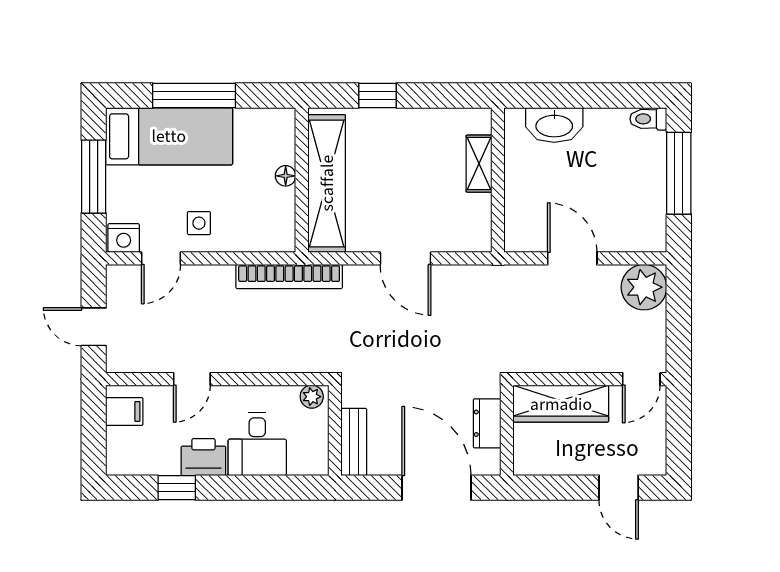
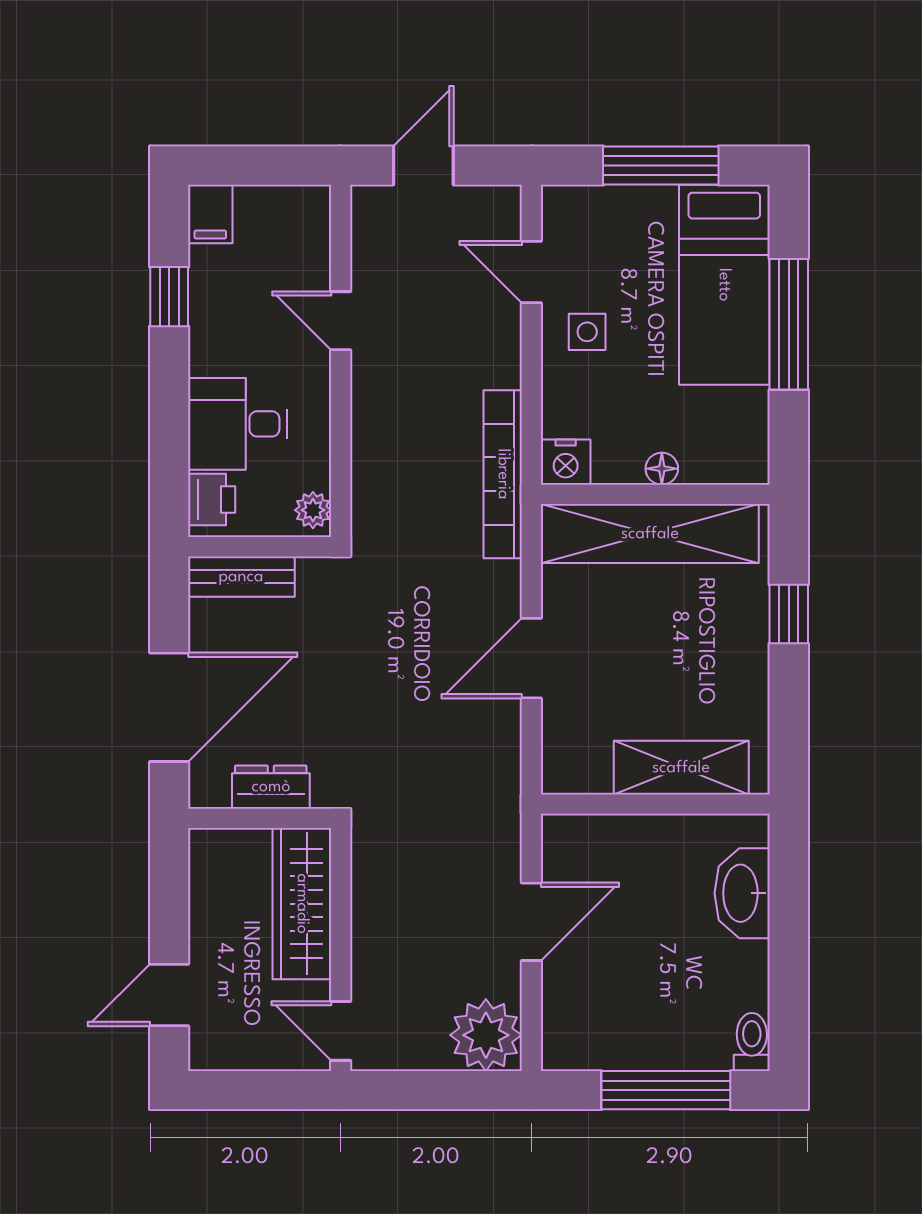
shelving: (479, 164) -> (681, 768), width x1.50, depth x1.33
nightstand: (124, 238) -> (566, 462), moved, turned -90
filing cabinet: (124, 411) -> (210, 214), moved
printer: (203, 457) -> (212, 499), moved, width x0.73, depth x0.81

